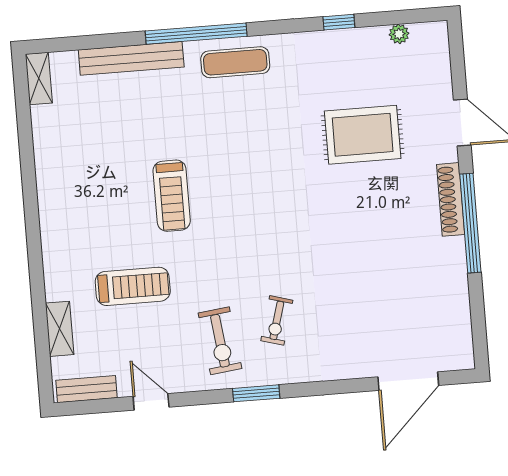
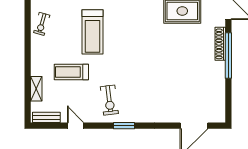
treadmill: (172, 196) -> (92, 32), width x1.37, depth x1.38
treadmill: (133, 286) -> (71, 72), turned 180
exercise bike: (277, 320) -> (42, 24), moved

